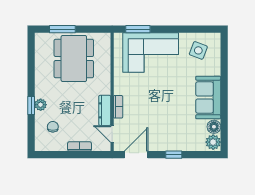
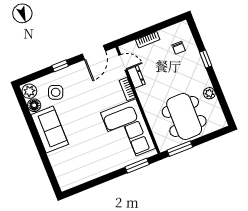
window: (62, 29) -> (180, 149), moved
side table: (198, 50) -> (56, 92), moved
corner sofa: (151, 53) -> (128, 131), moved, turned -90
plant: (41, 105) -> (209, 93), moved
dresser: (105, 110) -> (136, 77), width x0.70

